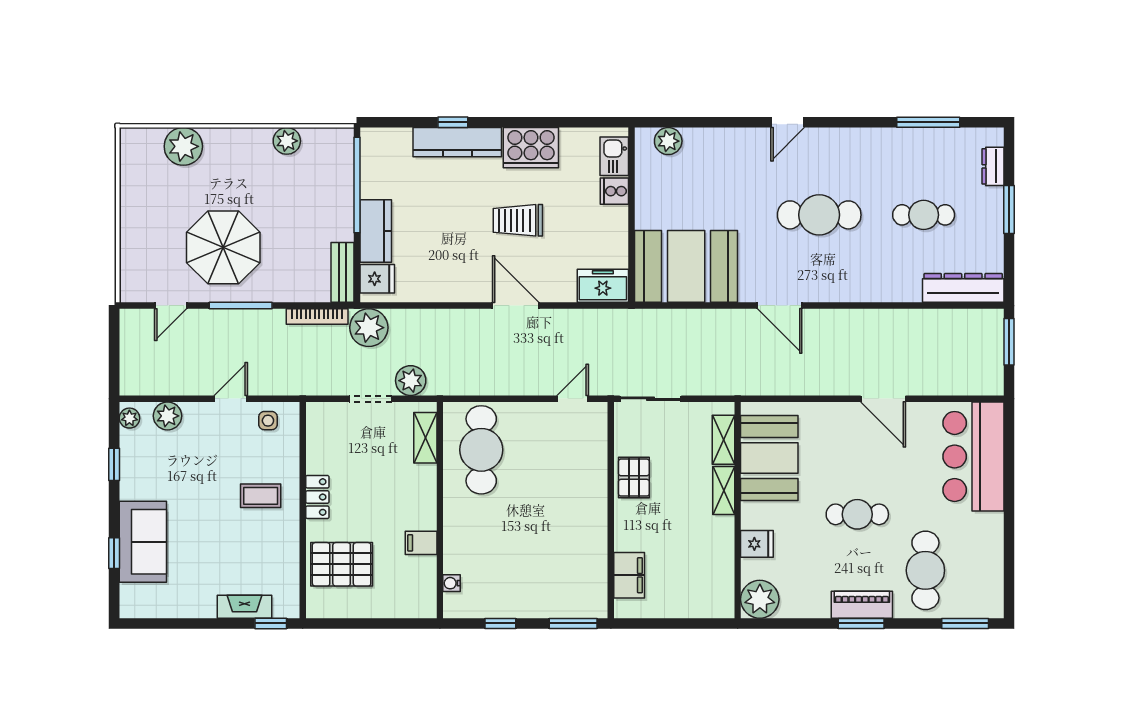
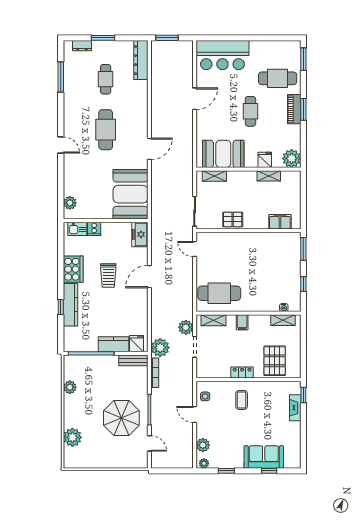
shelving: (724, 491) -> (269, 176), moved
filing cabinet: (421, 543) -> (242, 322), moved
shelving: (426, 582) -> (283, 320), added

